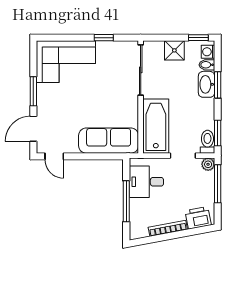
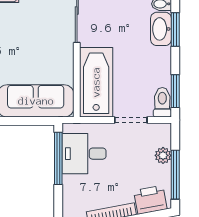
plant: (208, 164) -> (163, 155), moved
window: (218, 184) -> (175, 175), moved
window: (126, 201) -> (58, 158), moved

